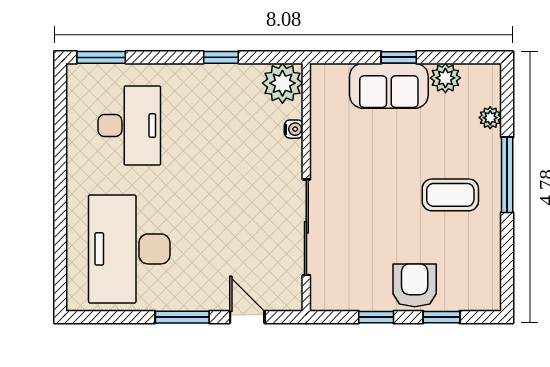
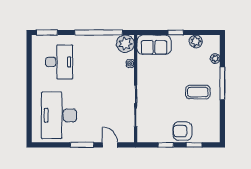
window: (221, 57) -> (99, 32), width x3.17
sofa: (389, 86) -> (154, 45), moved
armchair: (415, 285) -> (182, 131), turned -90

